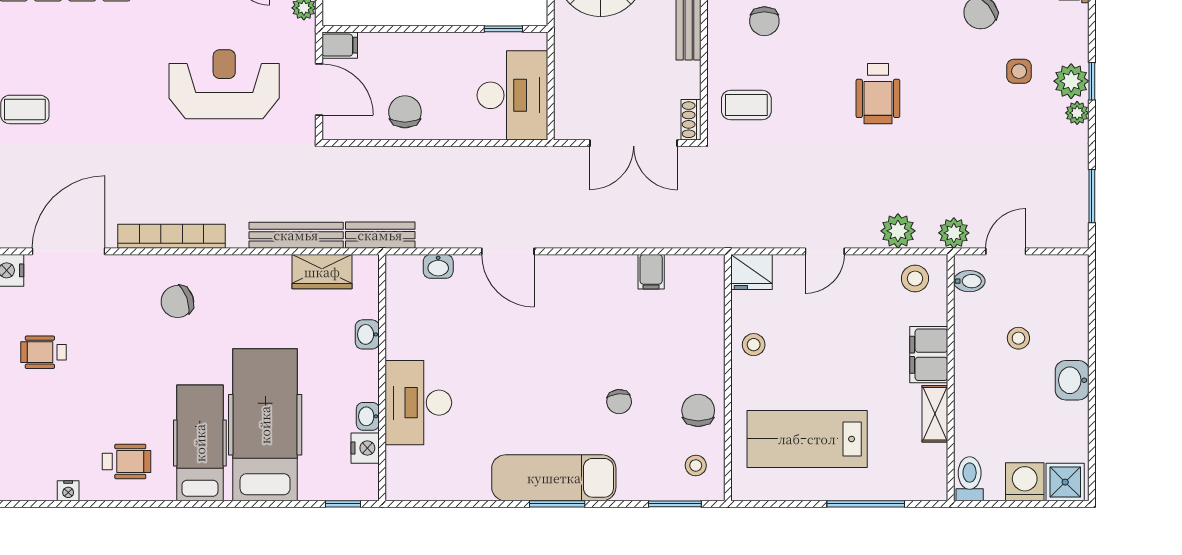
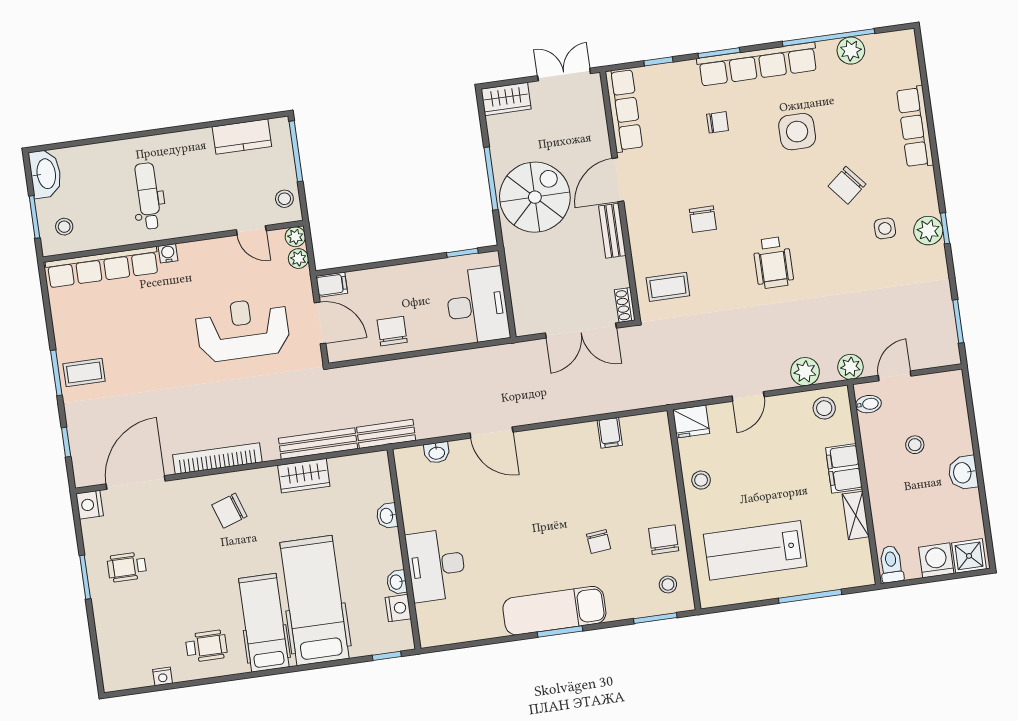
chair: (764, 21) -> (703, 219), moved
plant: (1077, 113) -> (937, 256), removed
wardrobe: (322, 272) -> (304, 476), moved

